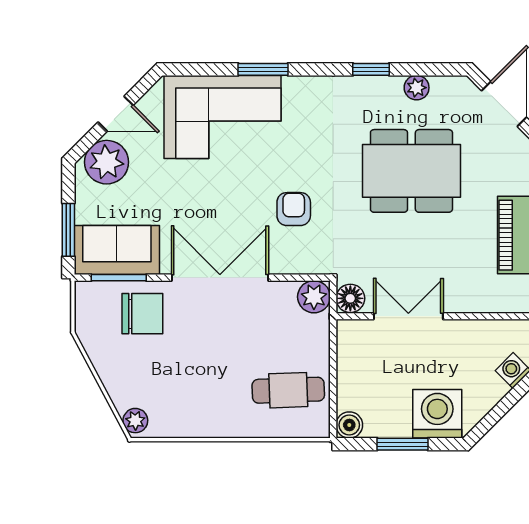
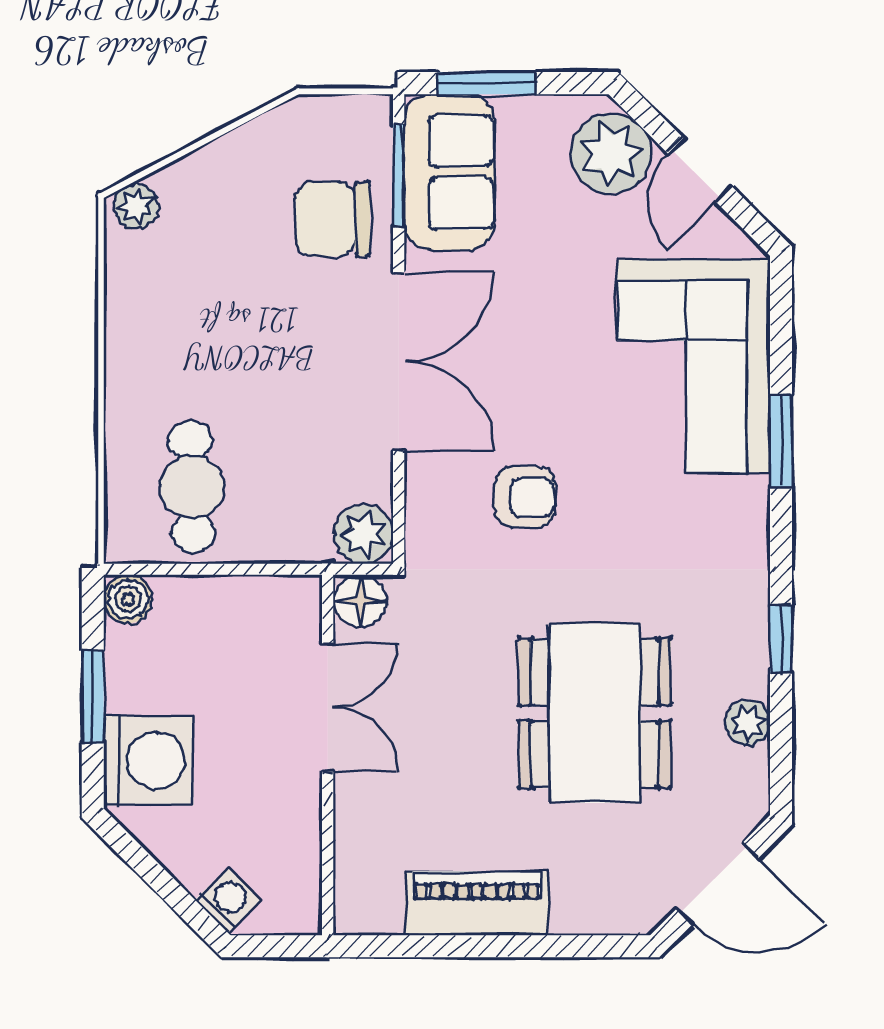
chair: (142, 314) -> (333, 219), turned 90

